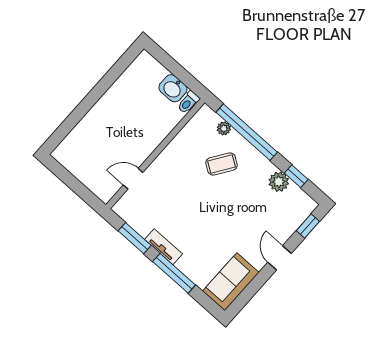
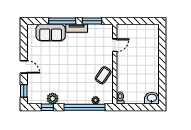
washbasin: (173, 88) -> (152, 98), moved
coffee table: (222, 164) -> (103, 75), moved
sofa: (231, 282) -> (51, 32), moved, turned 90

